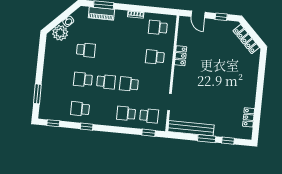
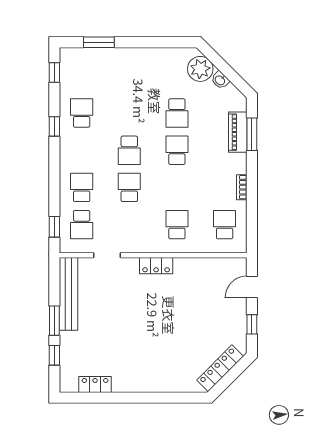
locker: (181, 56) -> (156, 266), moved
school desk: (83, 79) -> (177, 150), moved

